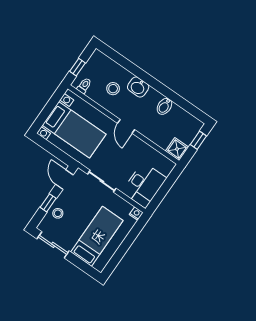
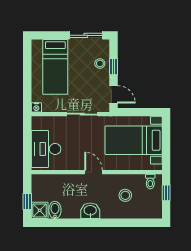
washbasin: (138, 87) -> (90, 211), moved
bidet: (164, 106) -> (55, 210), moved
shower: (177, 149) -> (40, 210), moved
desk: (144, 185) -> (46, 149), moved

